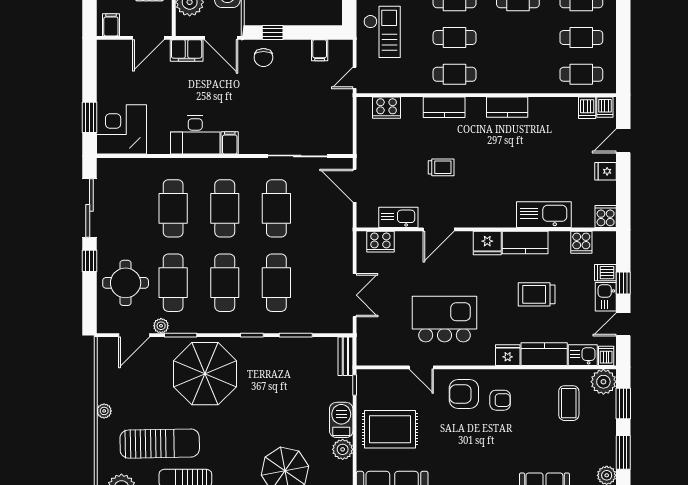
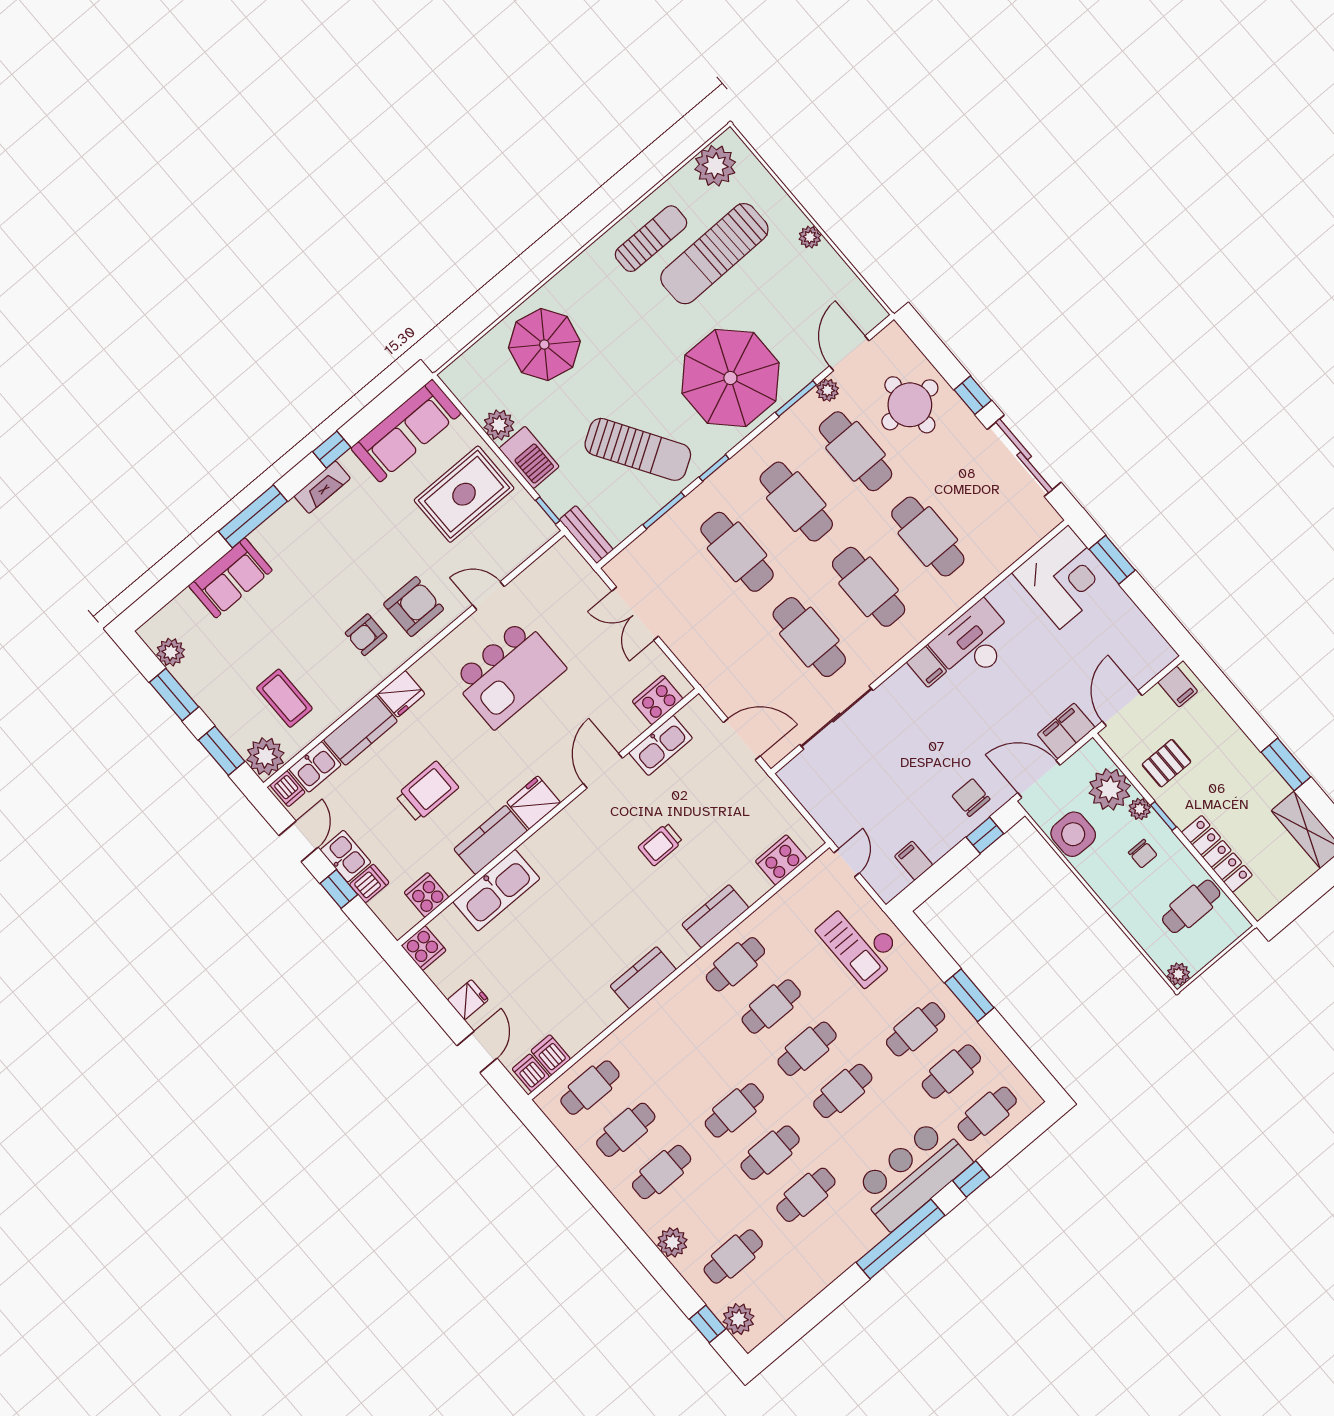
sun lounger: (283, 377) -> (638, 449), added

